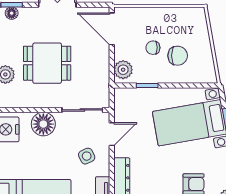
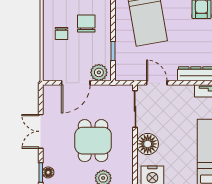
door: (112, 29) -> (76, 83), moved
chair: (153, 48) -> (62, 33), moved
side table: (87, 156) -> (176, 105), removed

